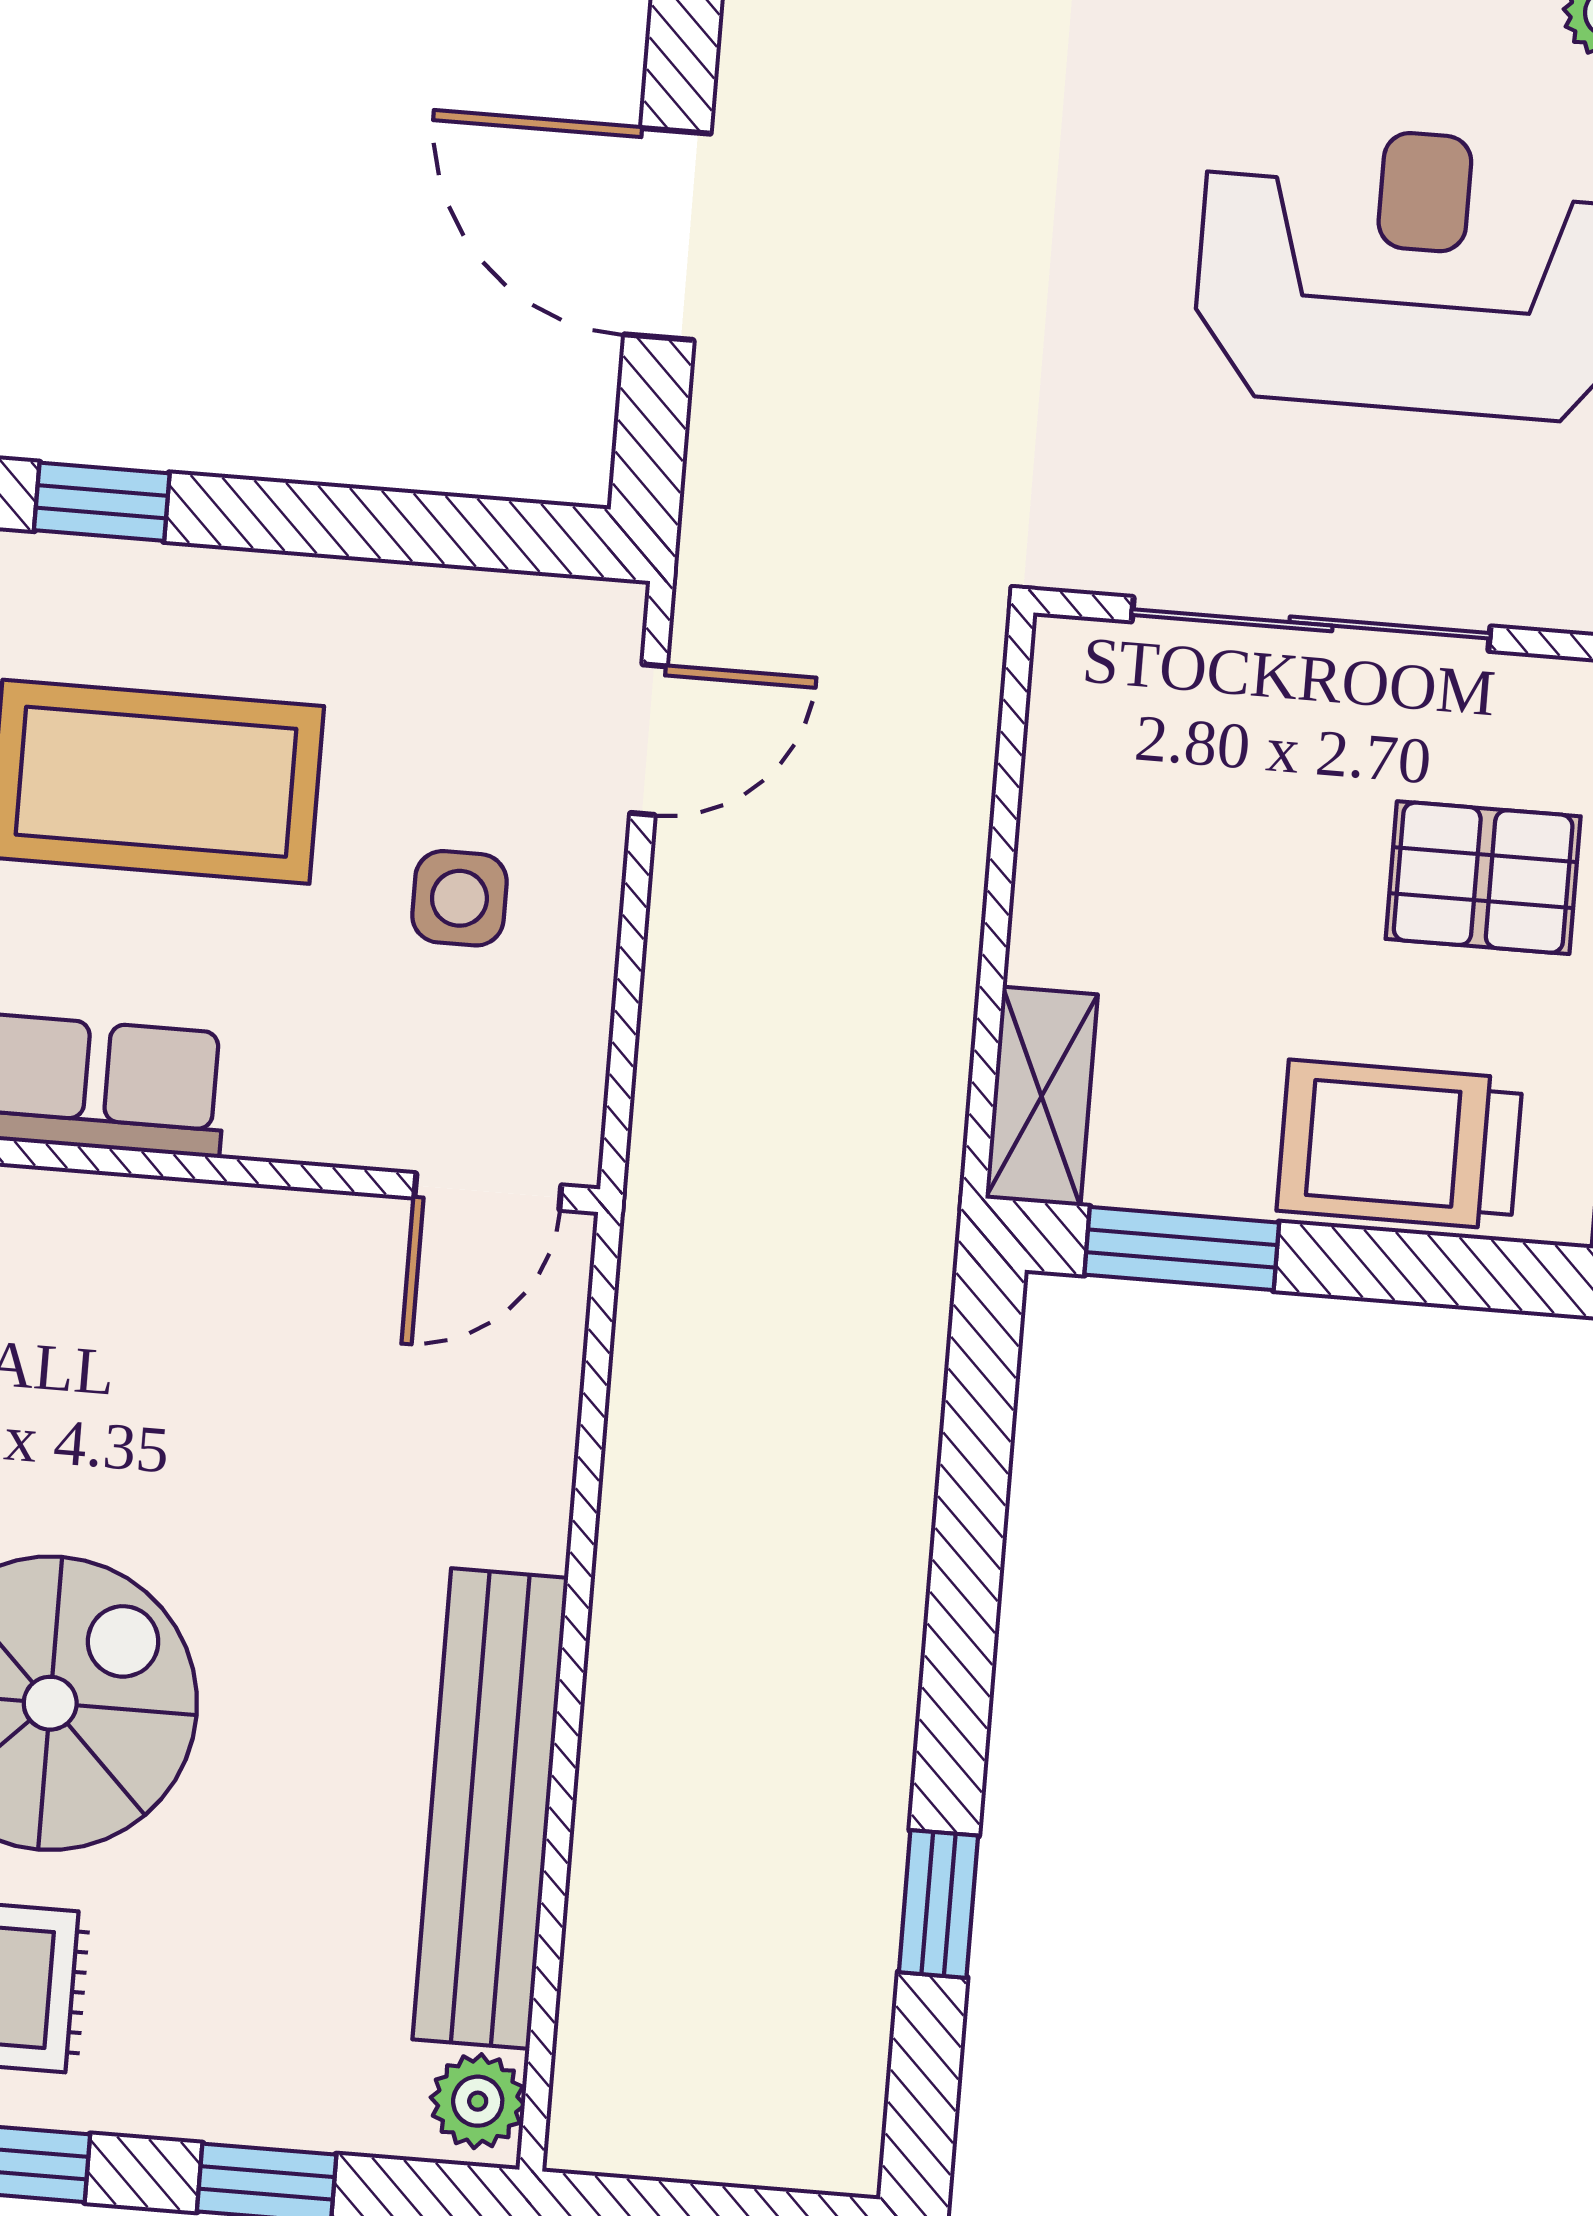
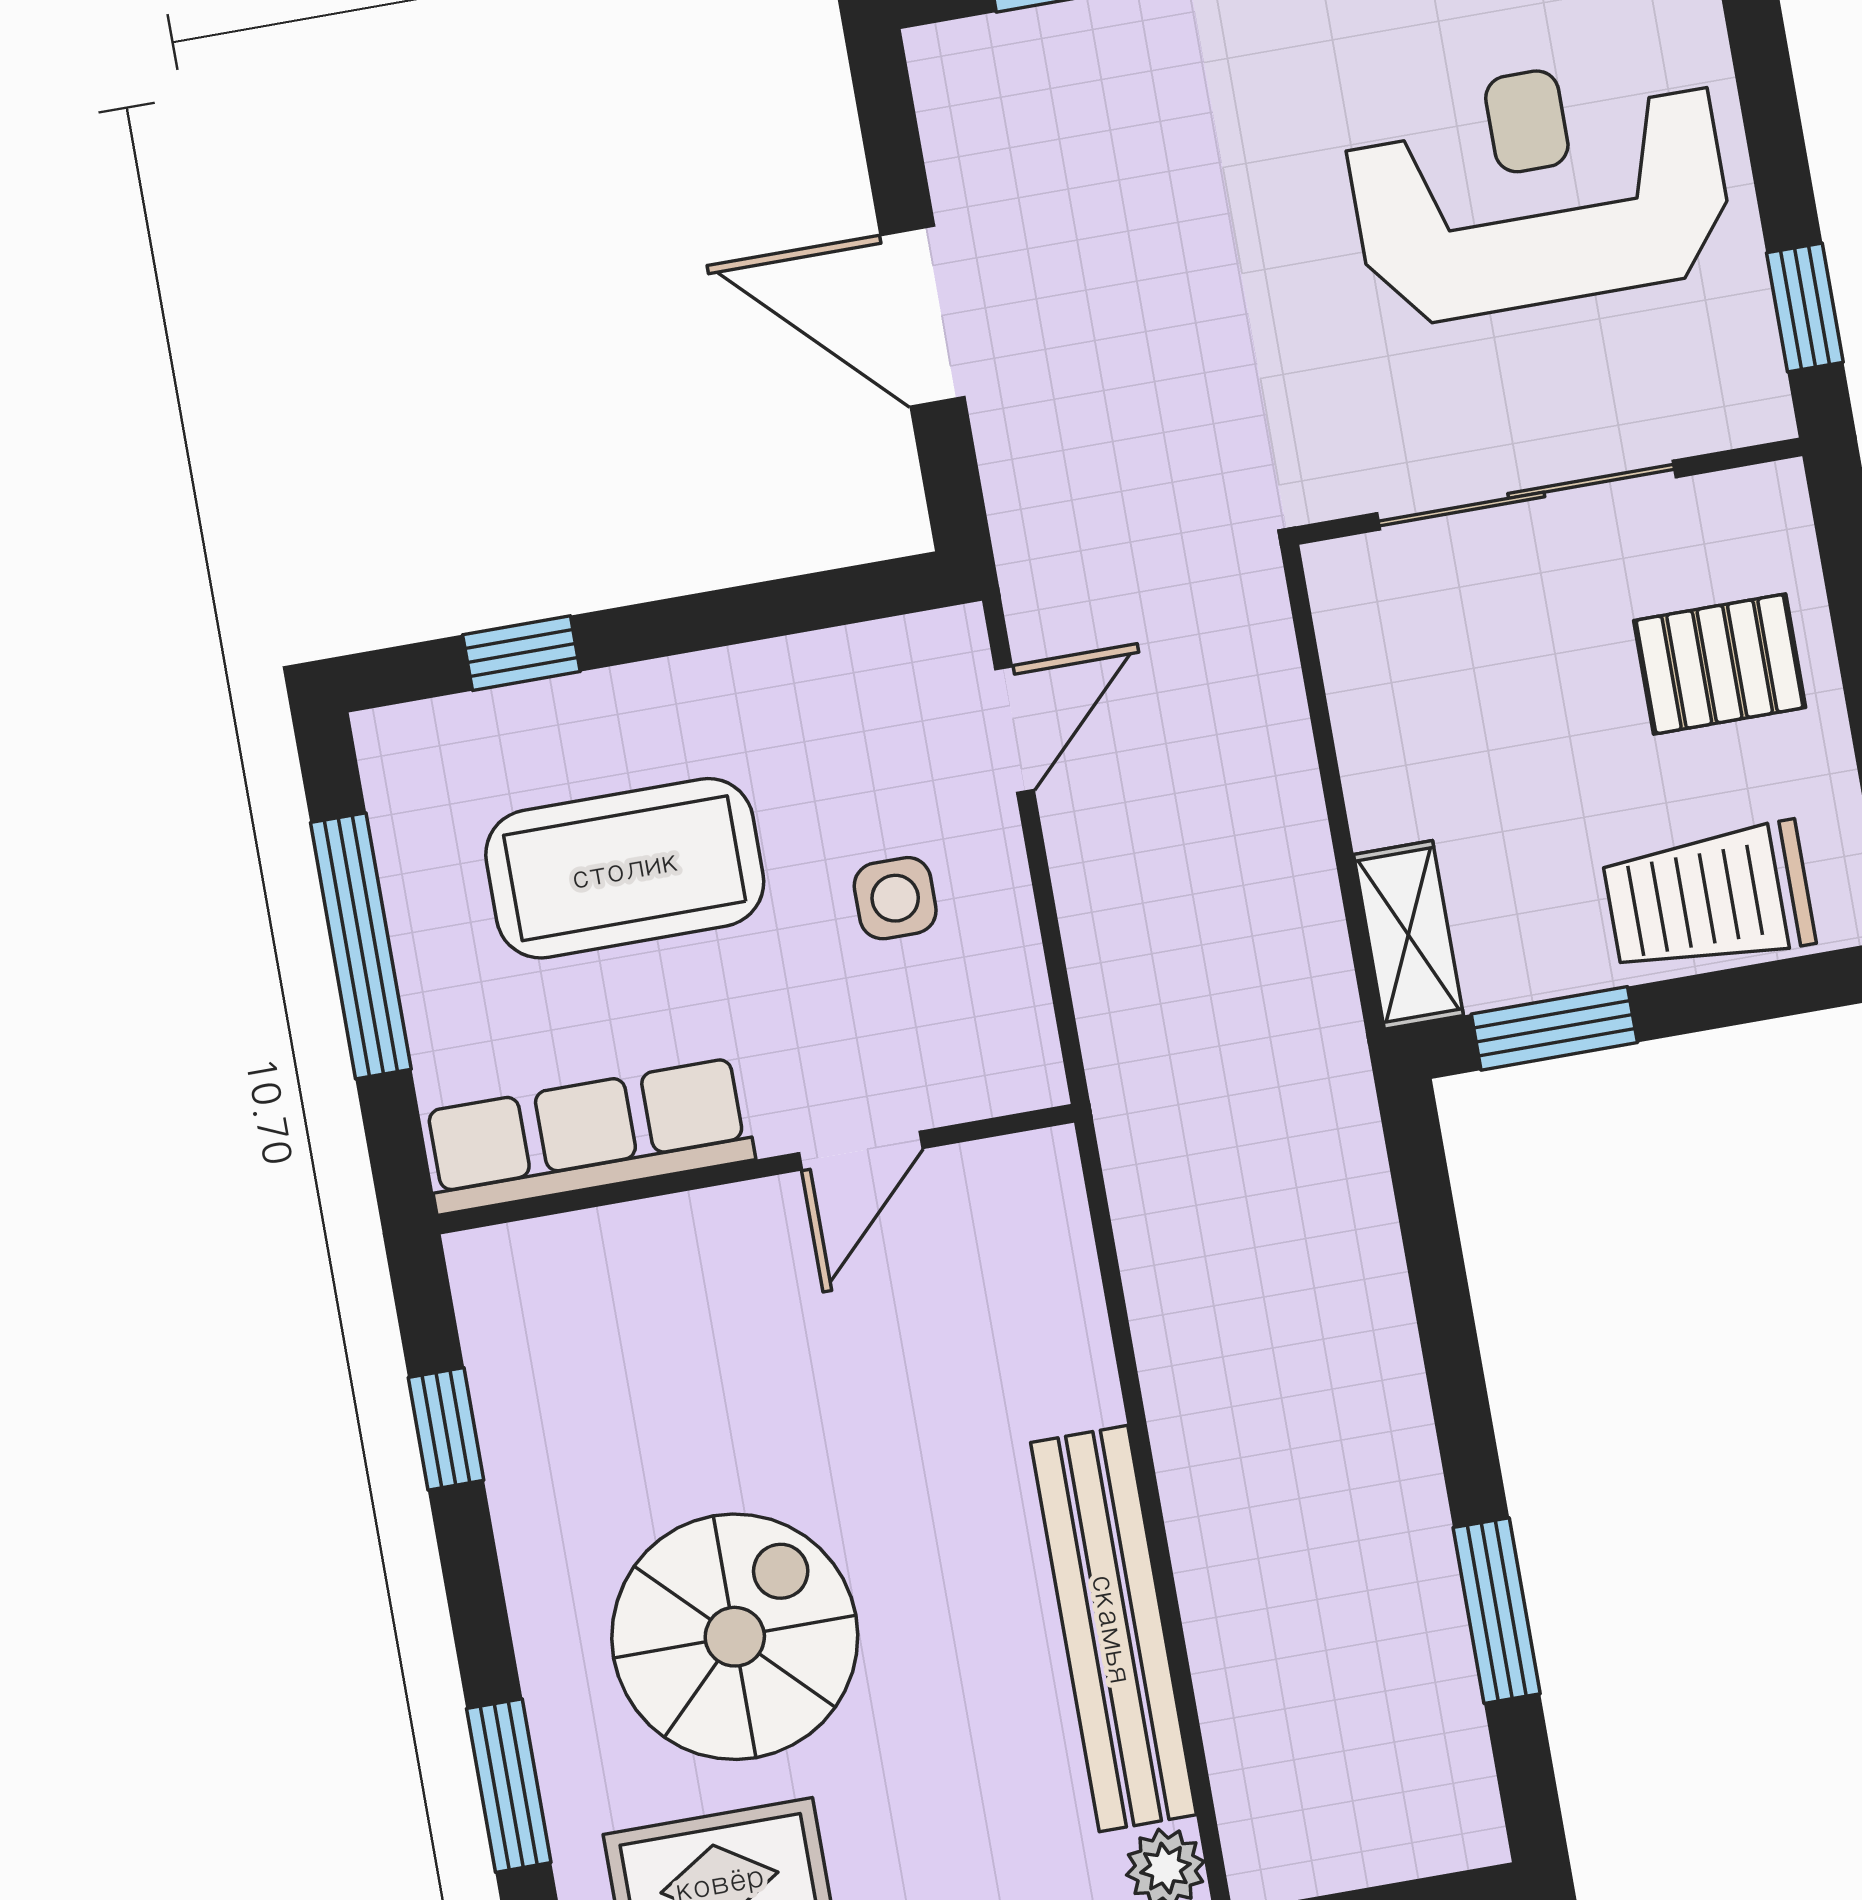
door: (488, 1192) -> (861, 1151), moved
window: (938, 1904) -> (1497, 1611), width x1.50

